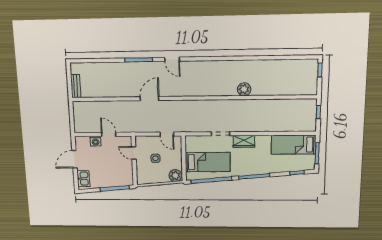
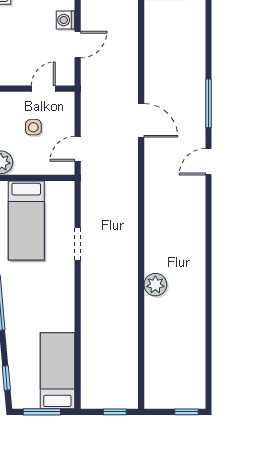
wardrobe: (244, 141) -> (64, 285), removed

